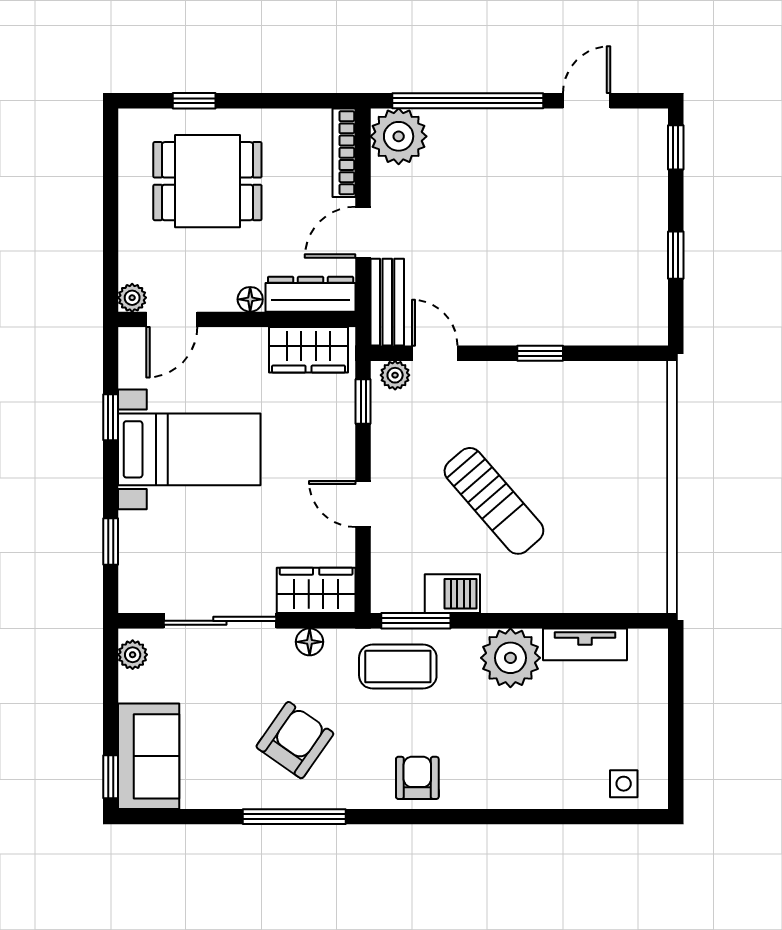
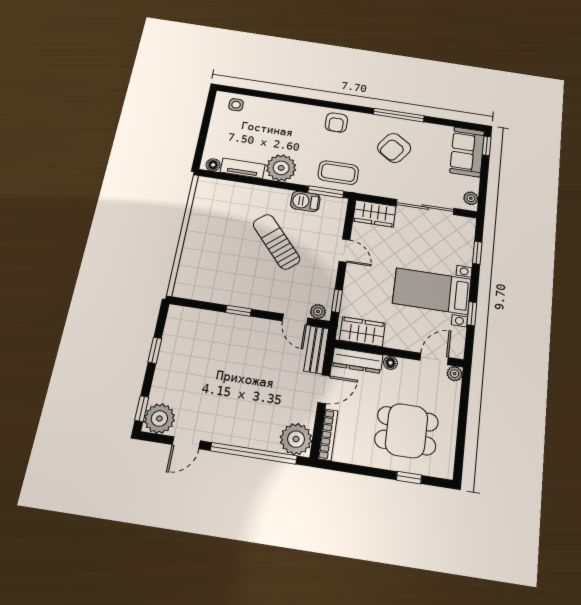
plant: (641, 135) -> (159, 419), added
floor lamp: (310, 642) -> (213, 165), moved

